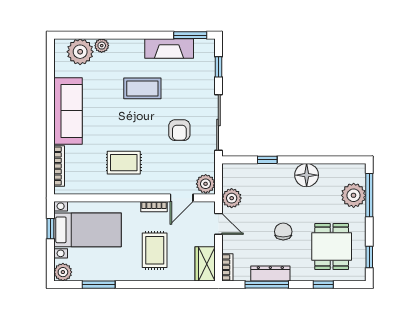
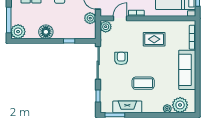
plant: (354, 195) -> (18, 32), moved

